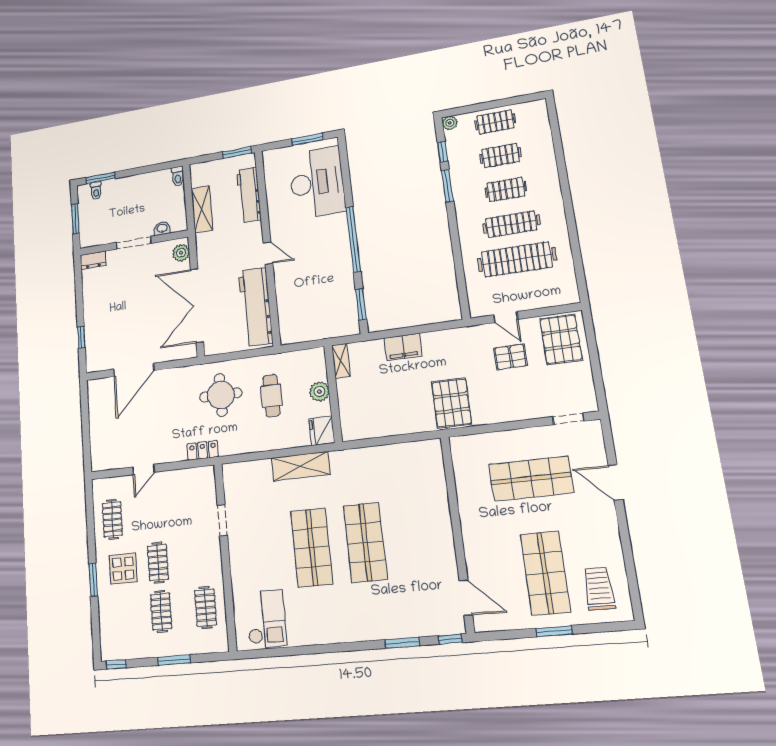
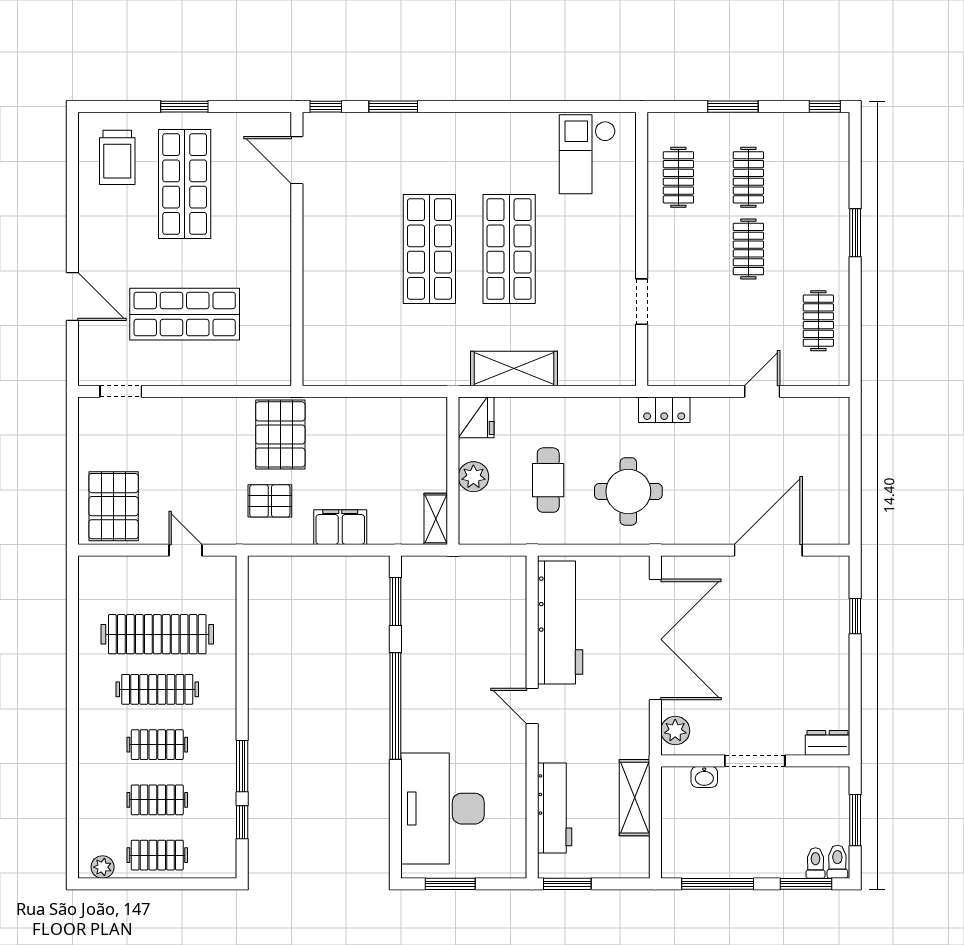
plant: (450, 123) -> (103, 867), moved
window: (150, 169) -> (718, 884), added
toilet: (178, 176) -> (837, 862), moved
pallet: (510, 357) -> (270, 501), moved
display table: (123, 569) -> (805, 245), removed

